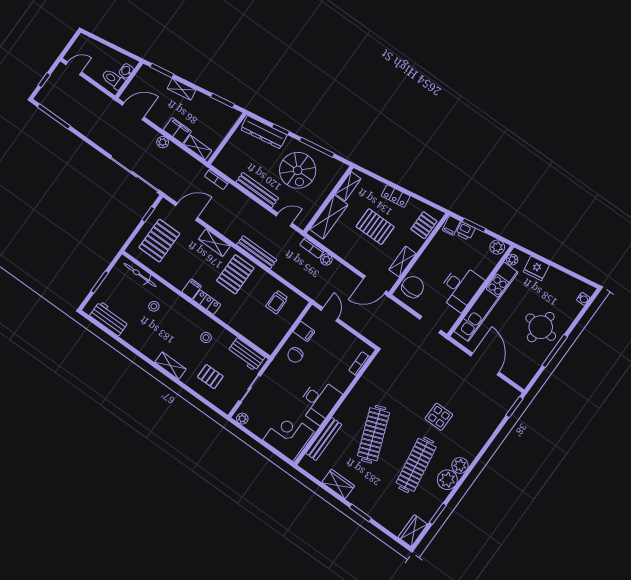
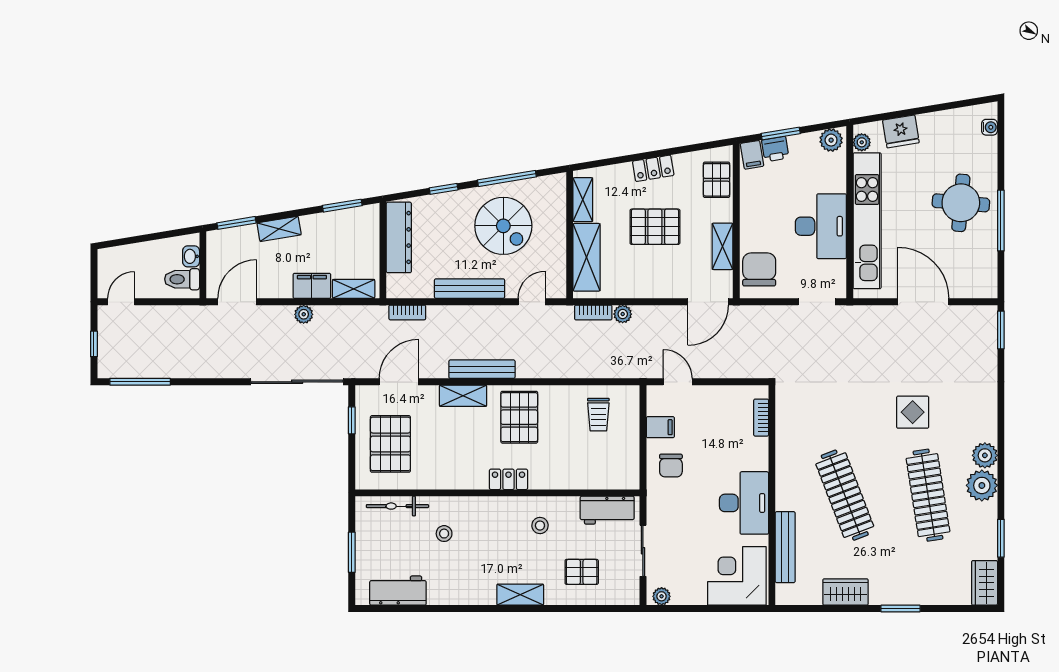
dresser: (264, 132) -> (399, 237), moved, turned -81
bench: (257, 252) -> (482, 369), moved
filing cabinet: (192, 289) -> (477, 476), removed

